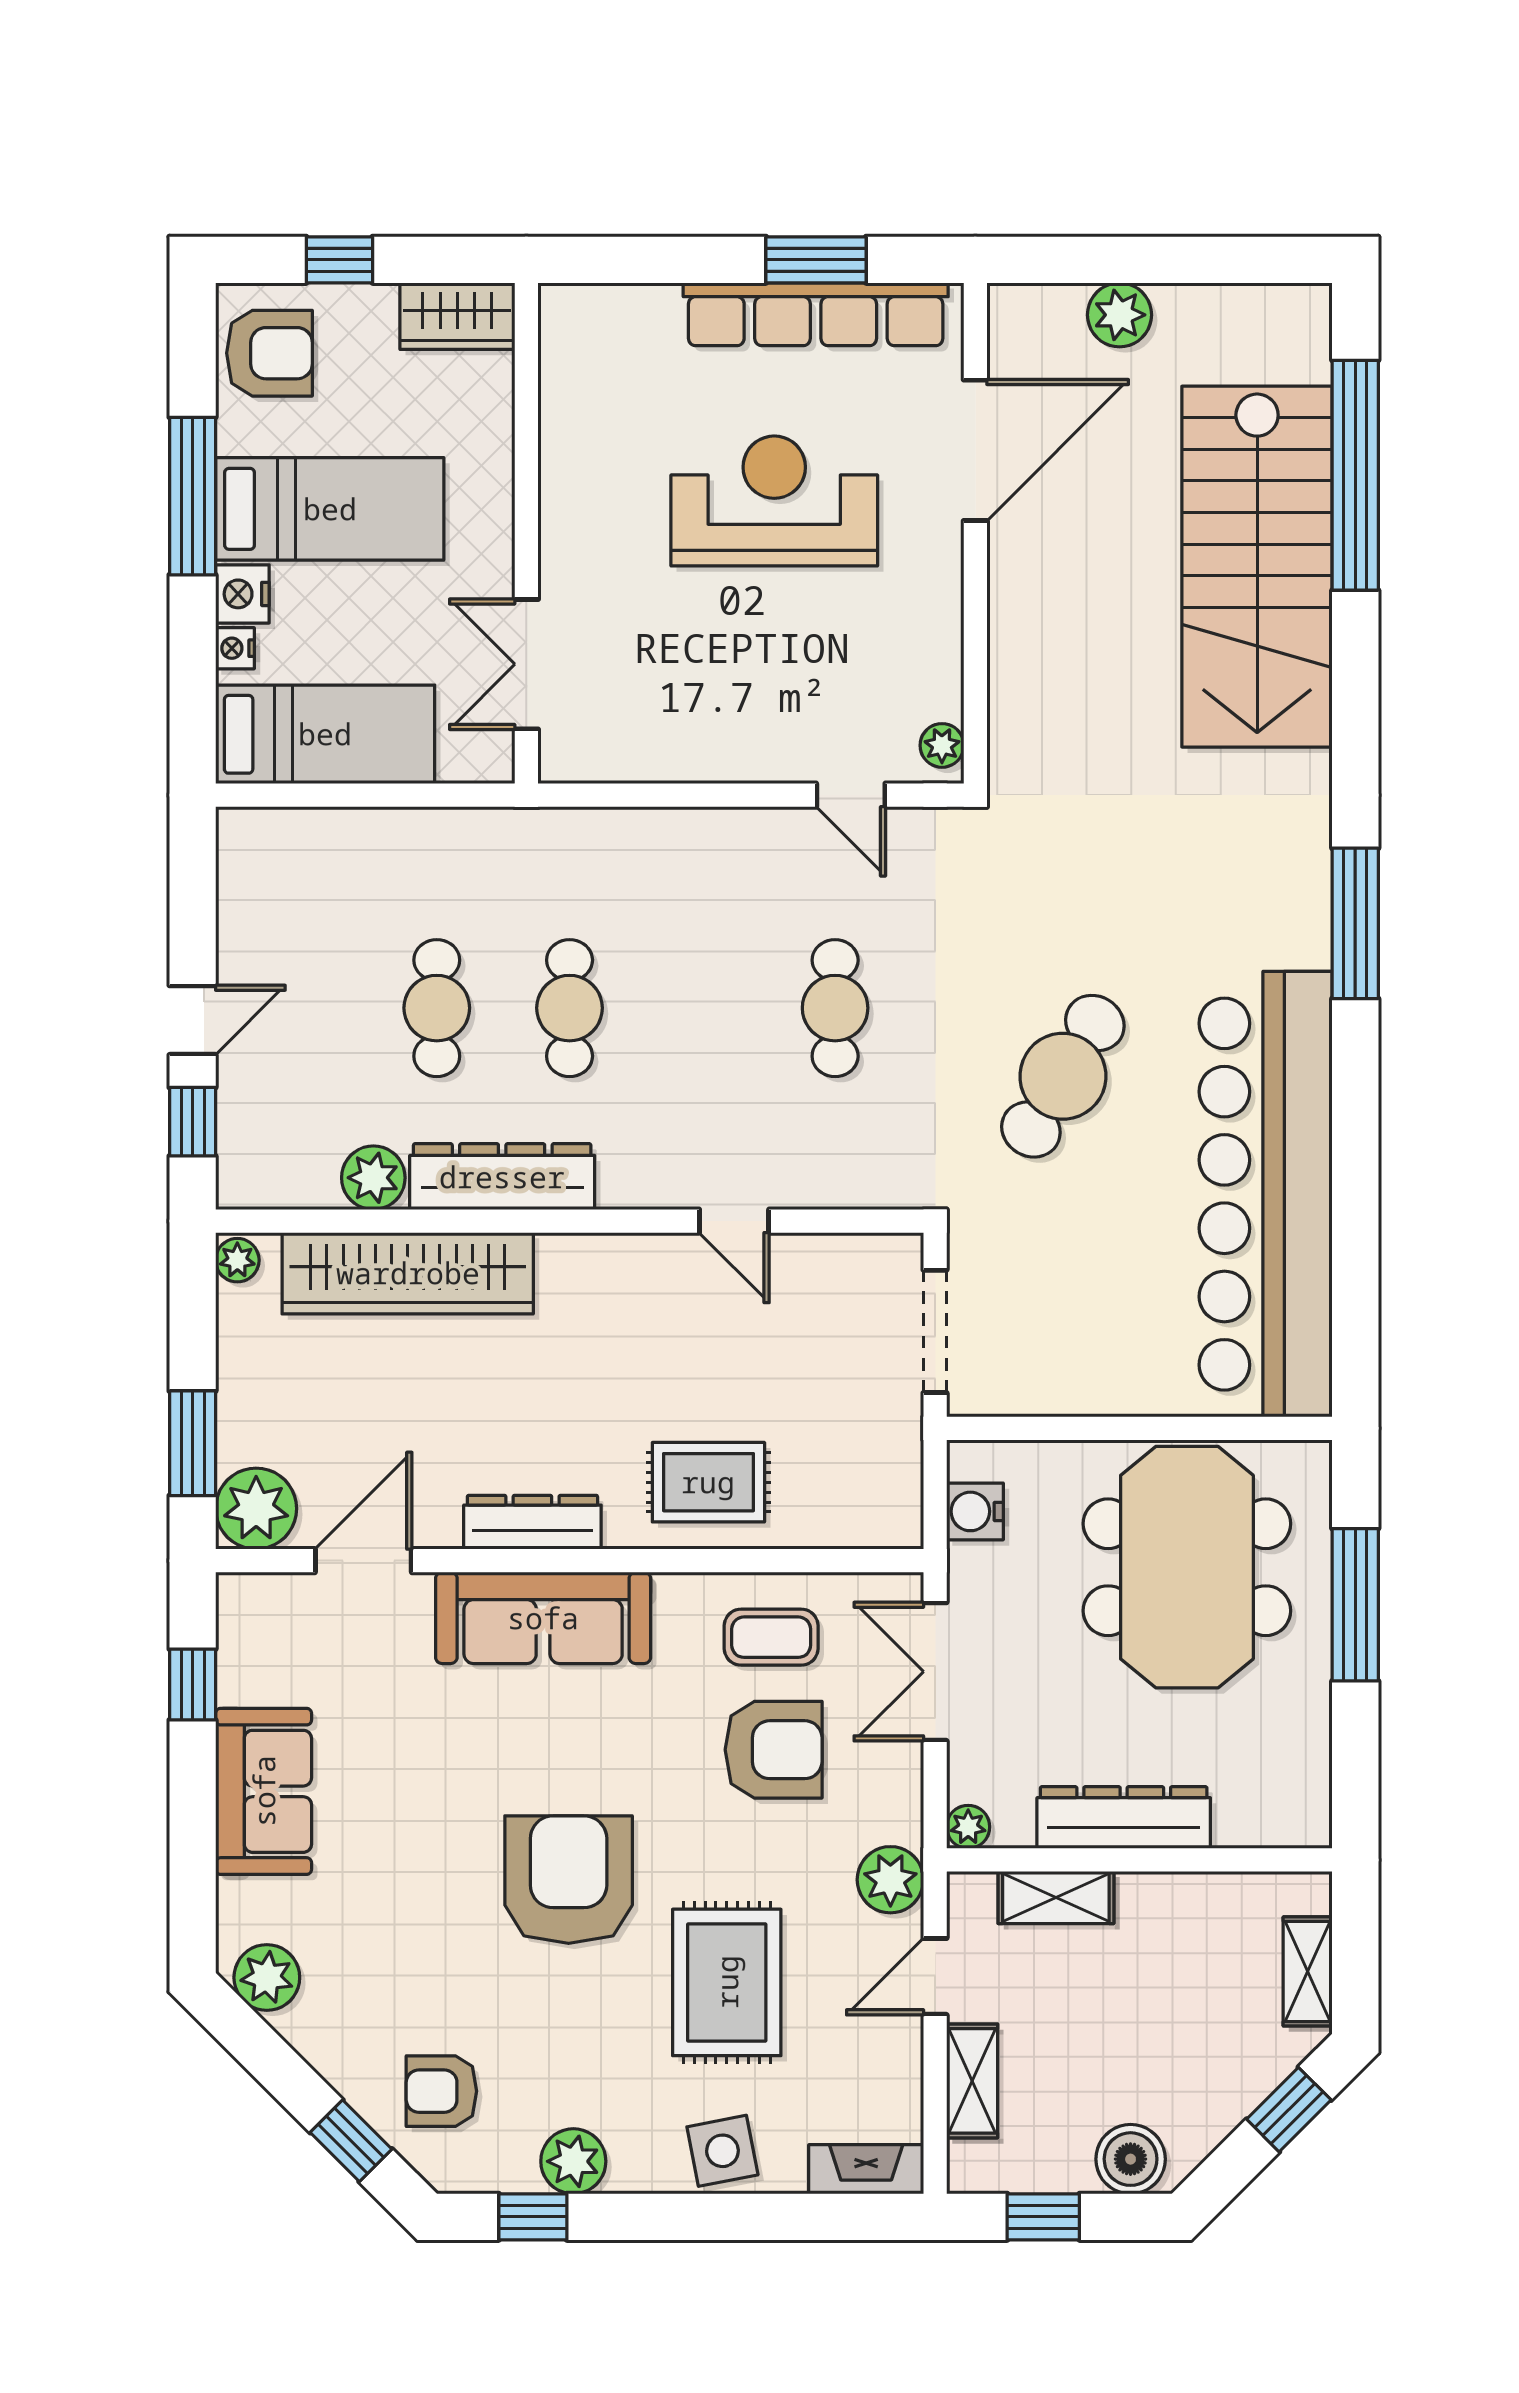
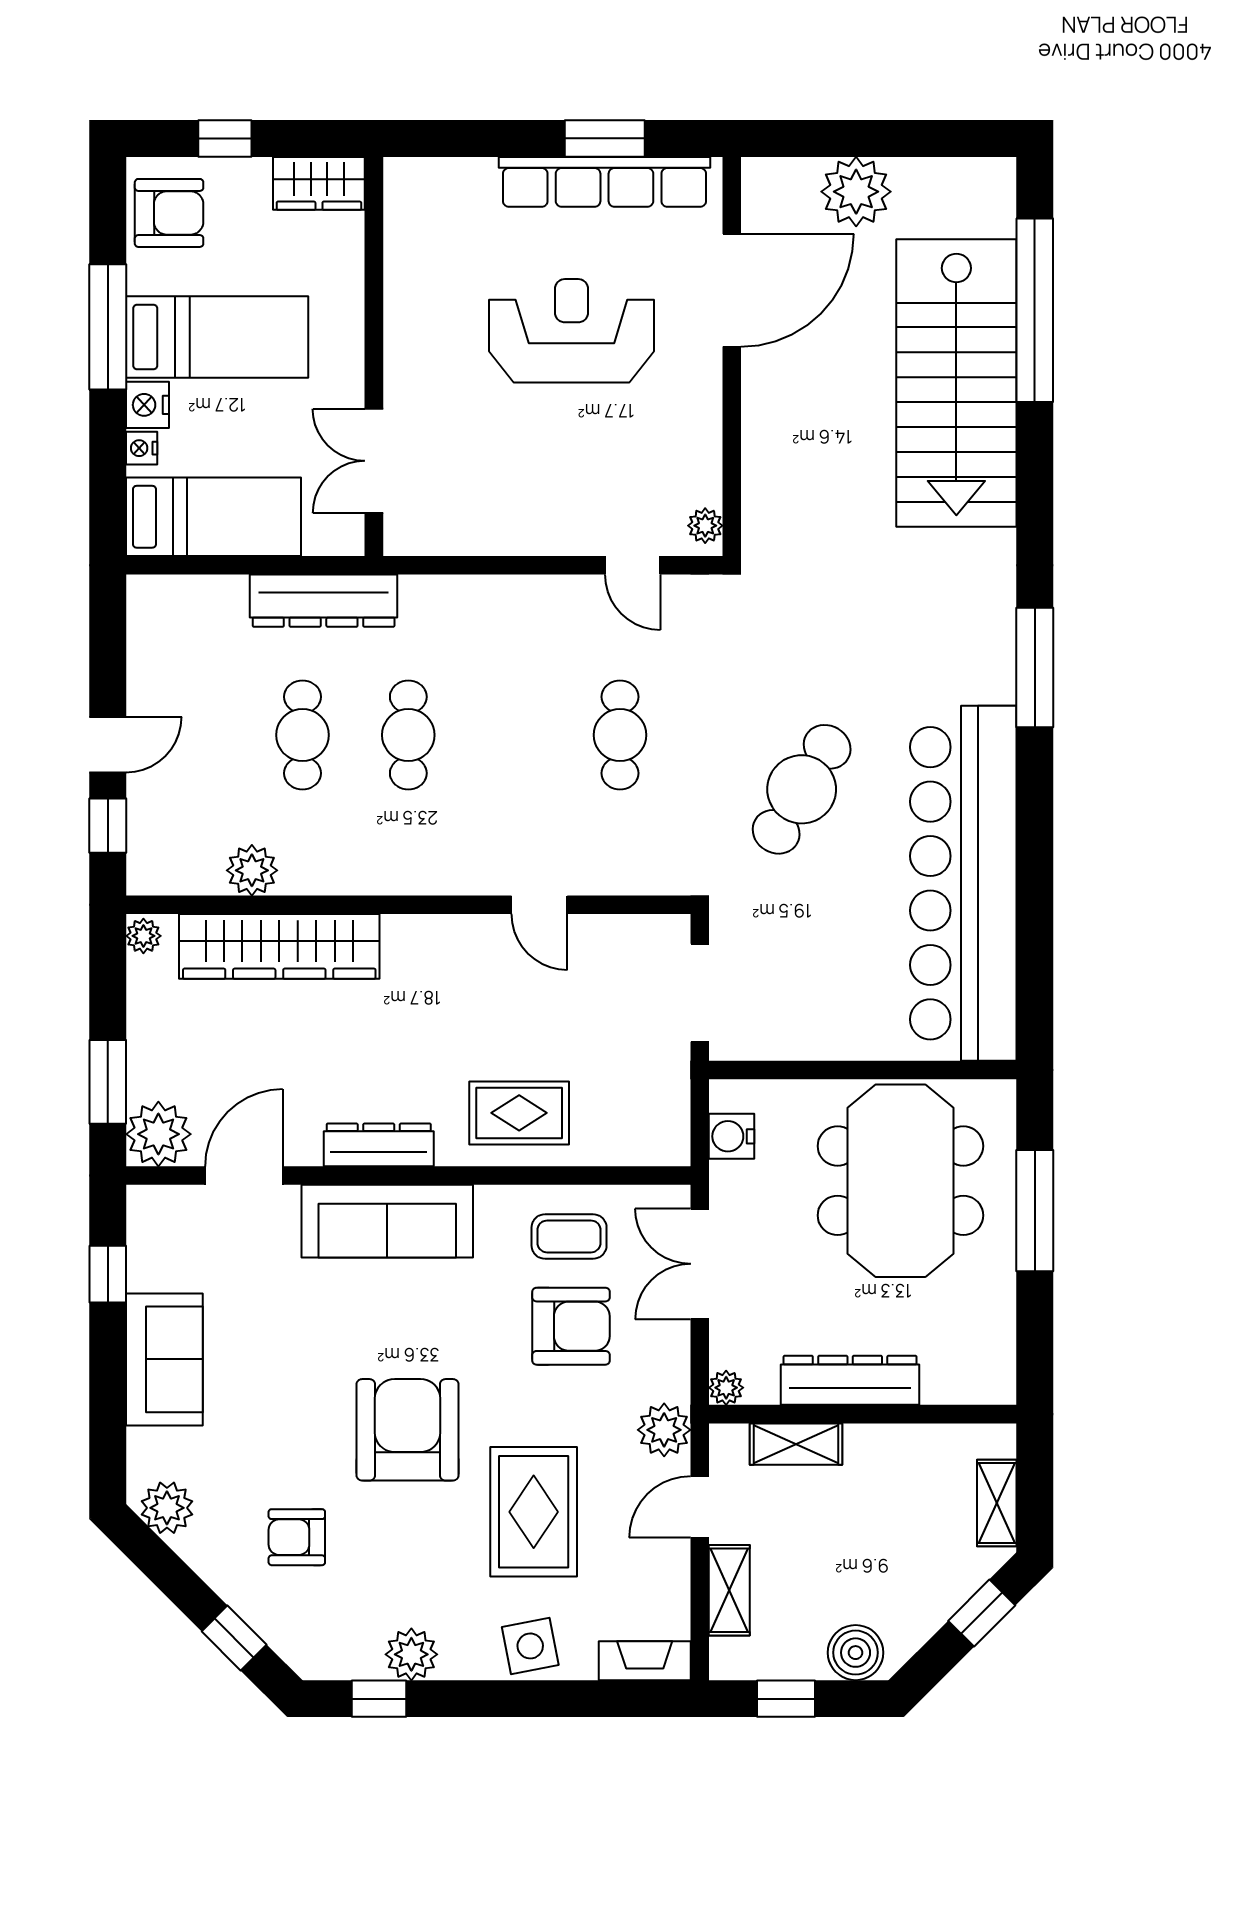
plant: (1120, 315) -> (856, 192), width x1.36, depth x1.36
dresser: (502, 1177) -> (324, 601), moved, turned 180
armchair: (441, 2091) -> (297, 1537), moved

